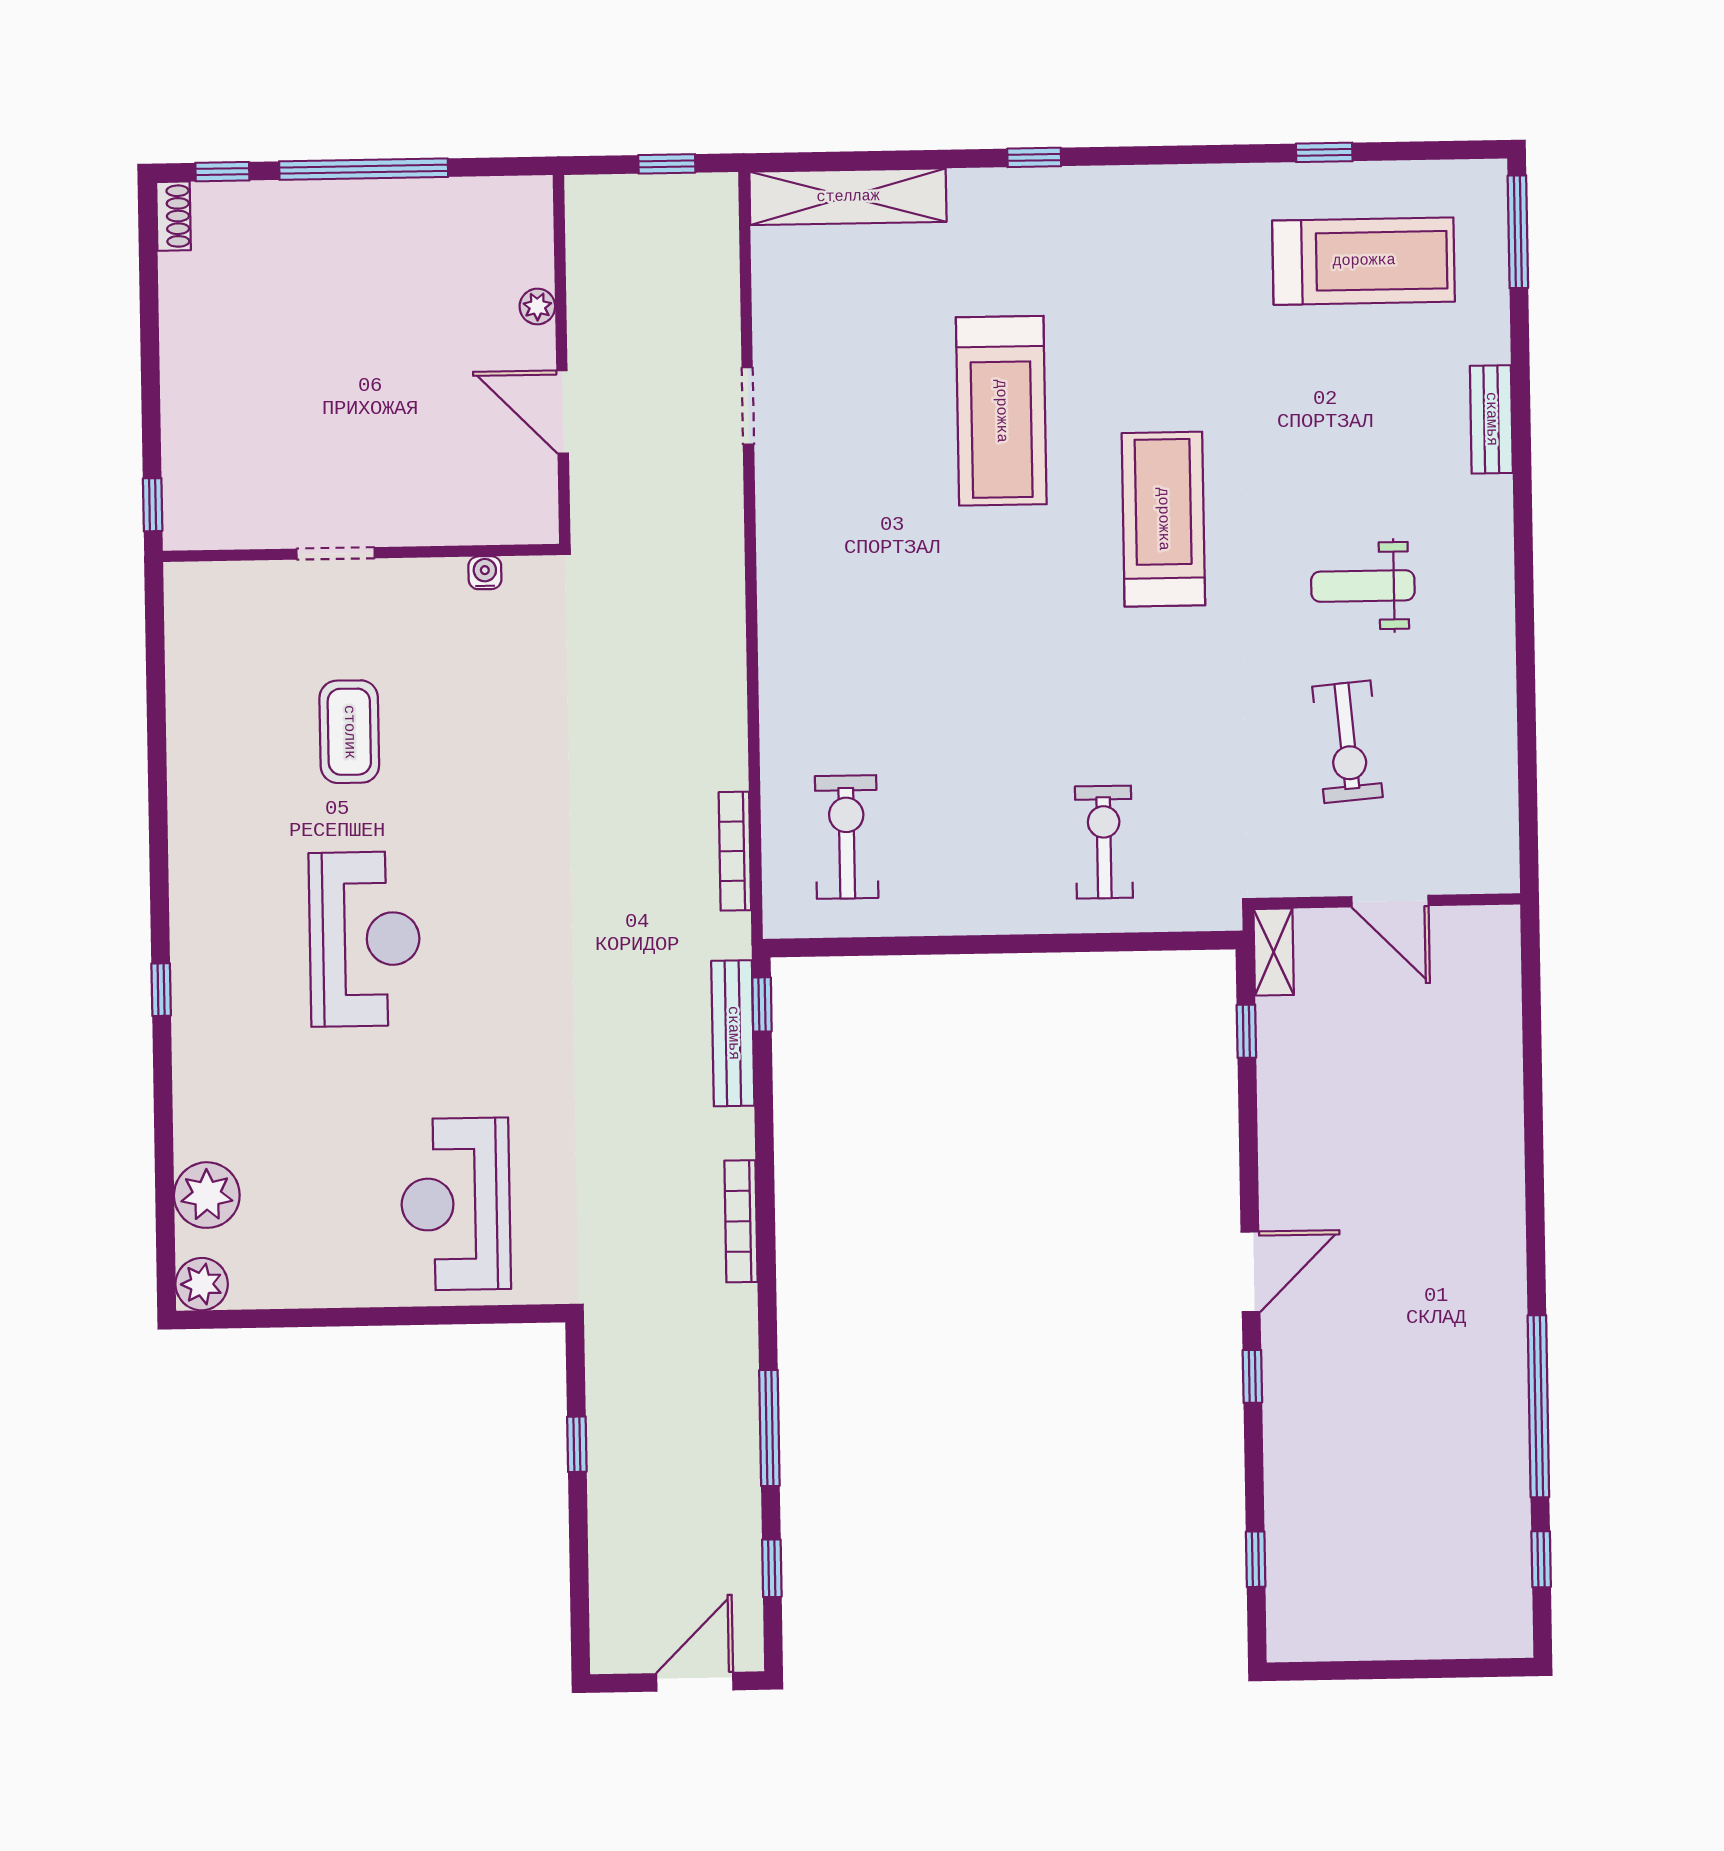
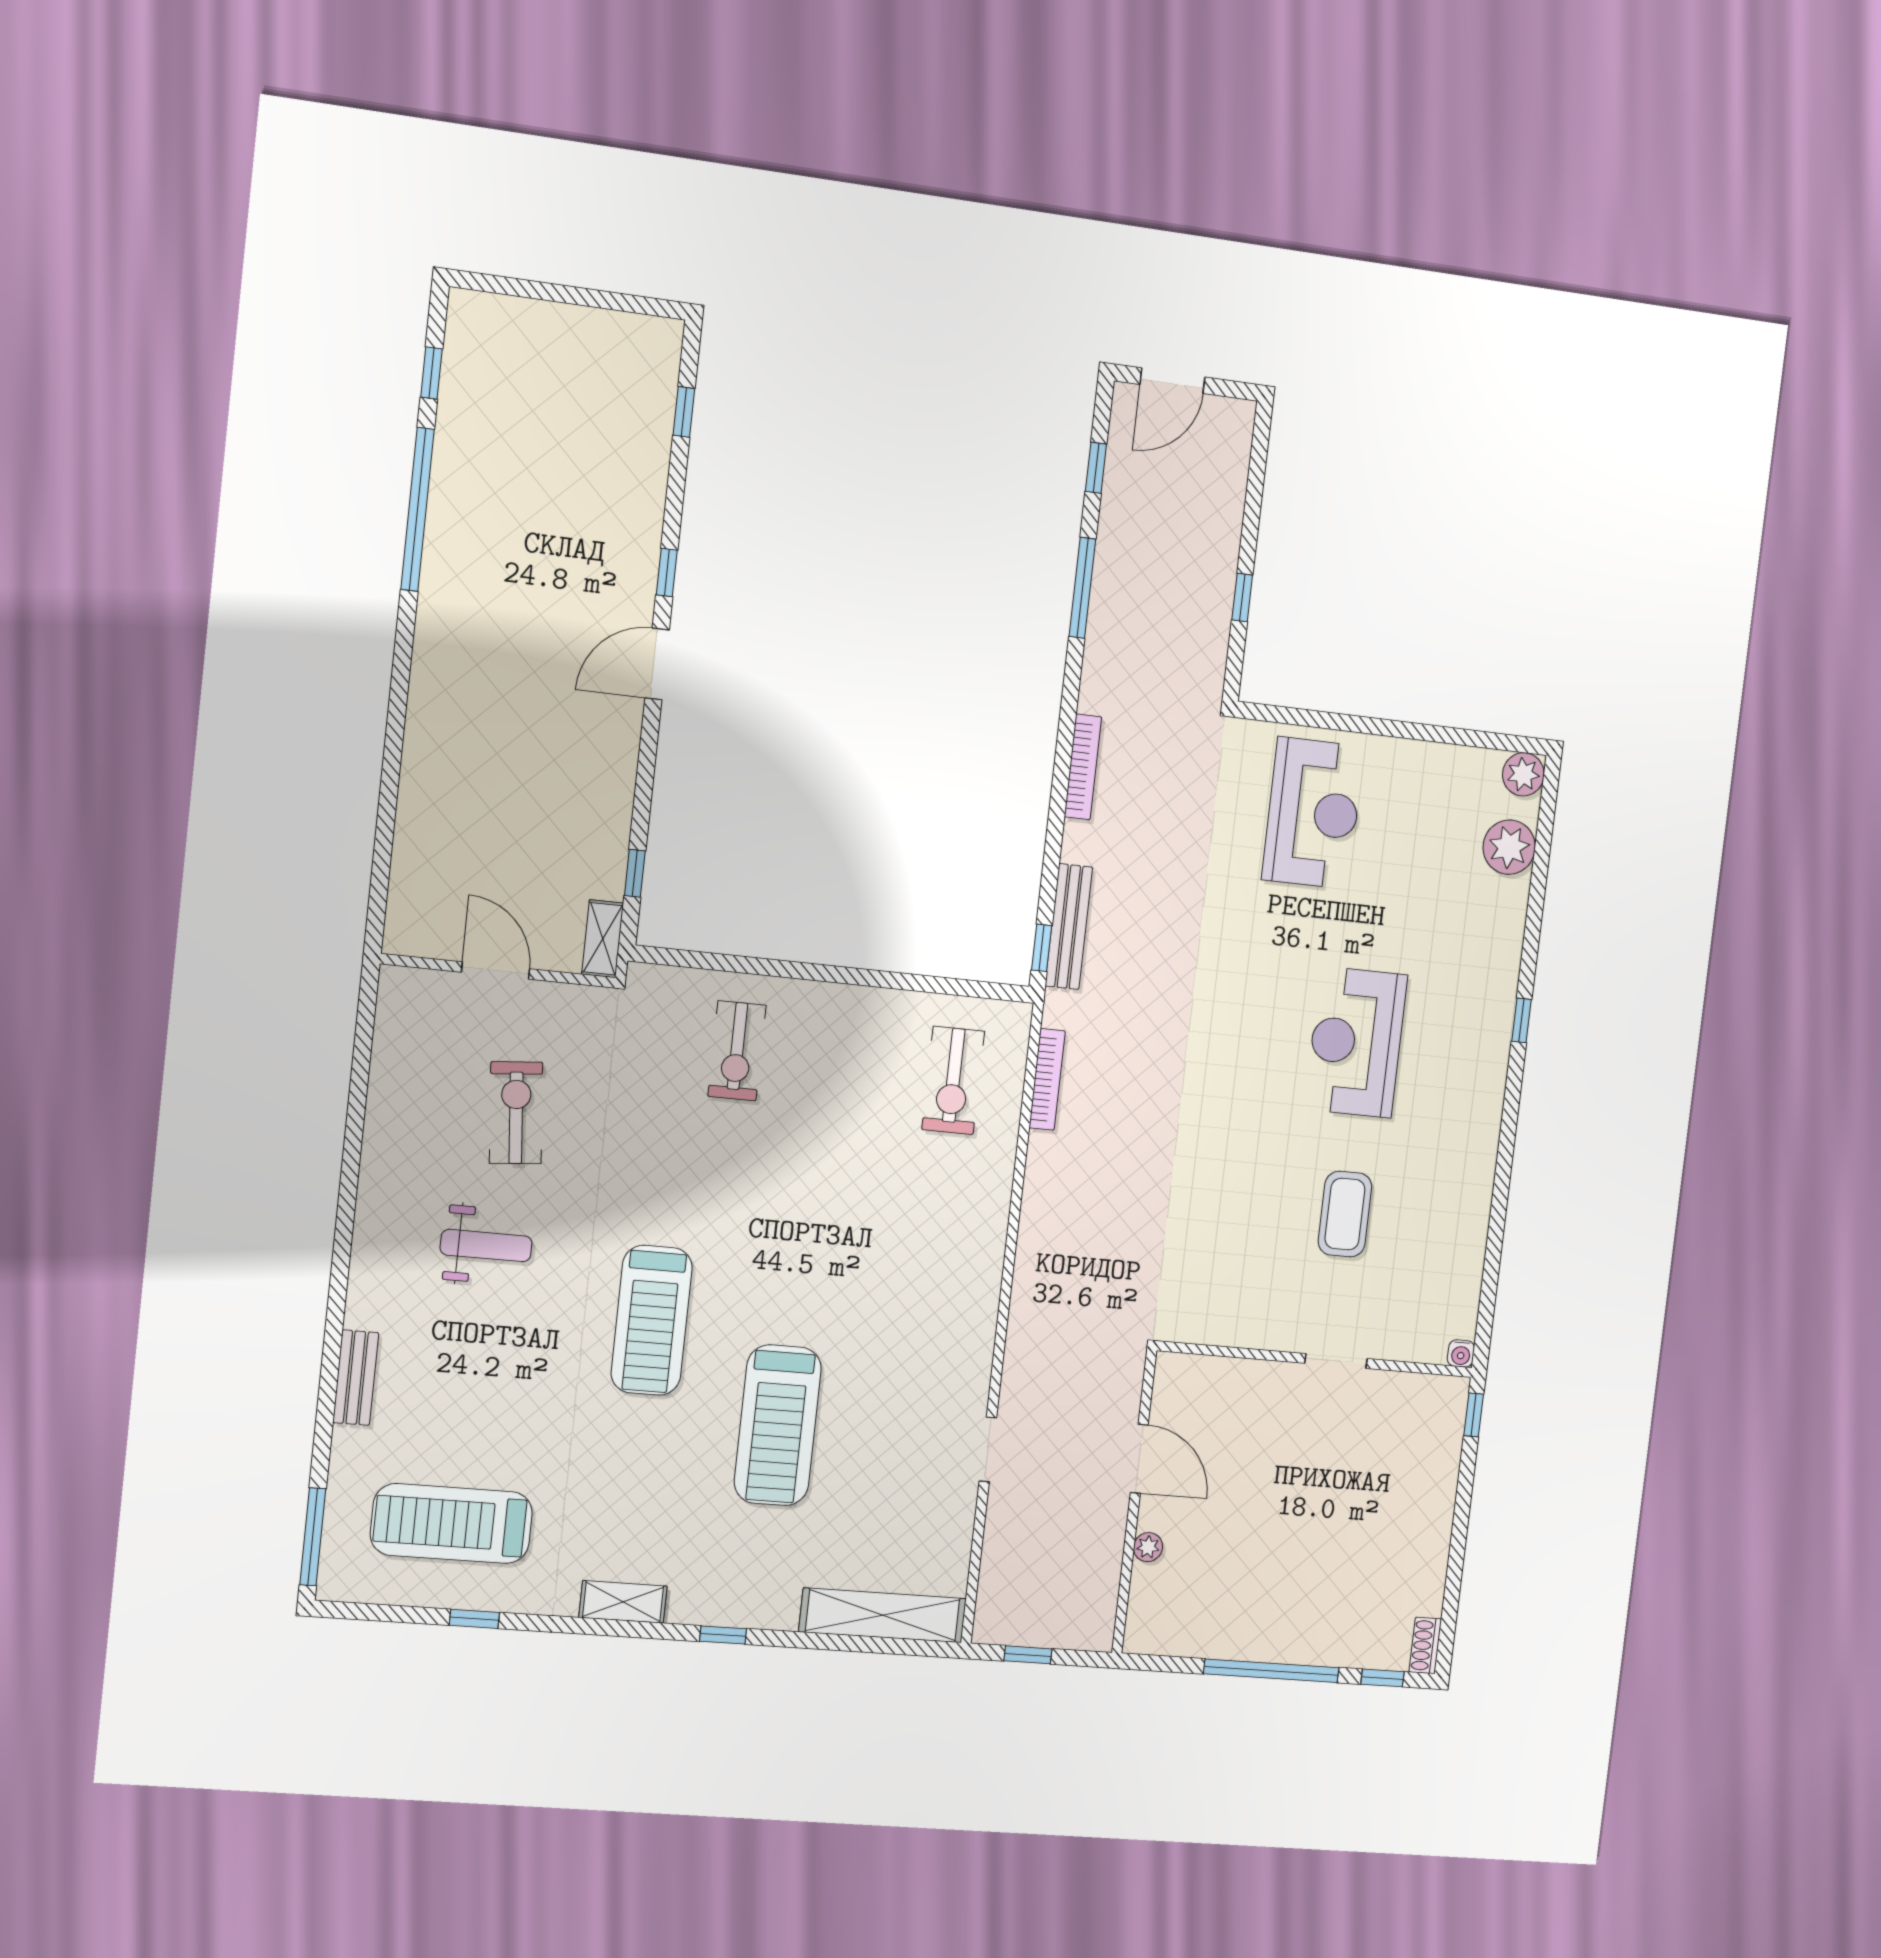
shelving: (1156, 187) -> (623, 1602), added
treadmill: (1001, 411) -> (778, 1425), turned 180
water cooler: (485, 573) -> (1461, 1353), moved

